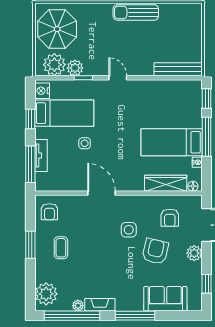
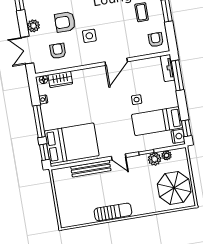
plant: (54, 65) -> (167, 155), width x0.53, depth x0.53
bench: (178, 69) -> (91, 169), moved
window: (30, 119) -> (186, 128), moved
bed: (172, 142) -> (72, 143), moved, width x1.50
tv unit: (41, 155) -> (167, 68), moved
wardrobe: (166, 183) -> (60, 79), width x0.67
door: (102, 193) -> (116, 62), hinge flipped
armchair: (155, 251) -> (65, 22), turned 77

